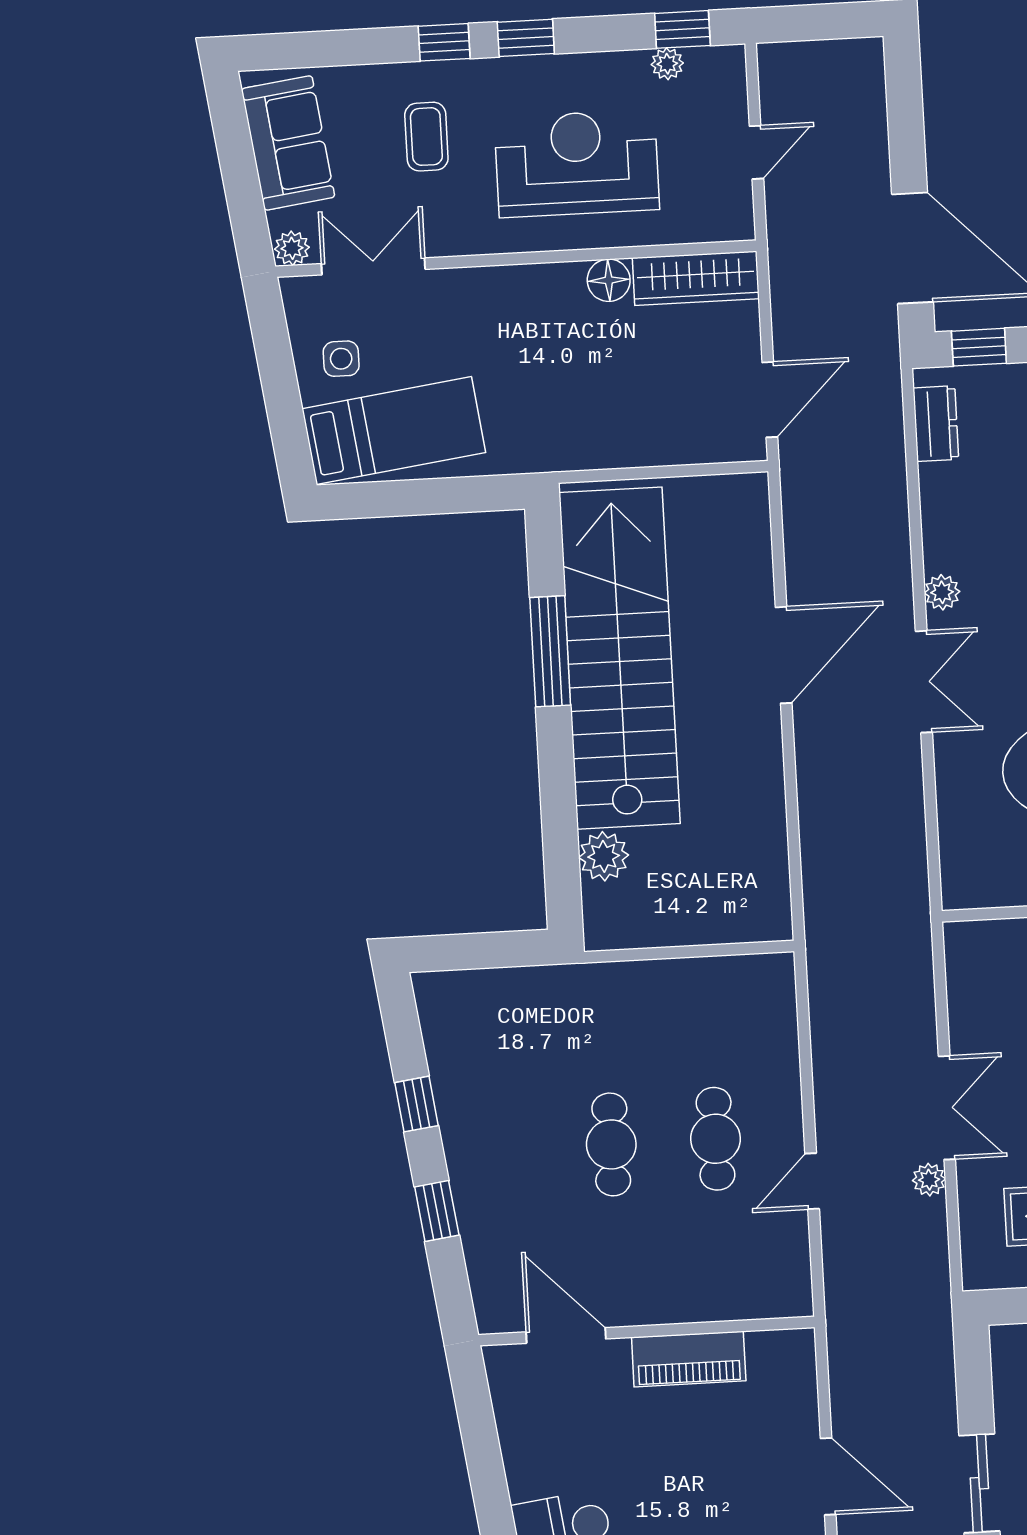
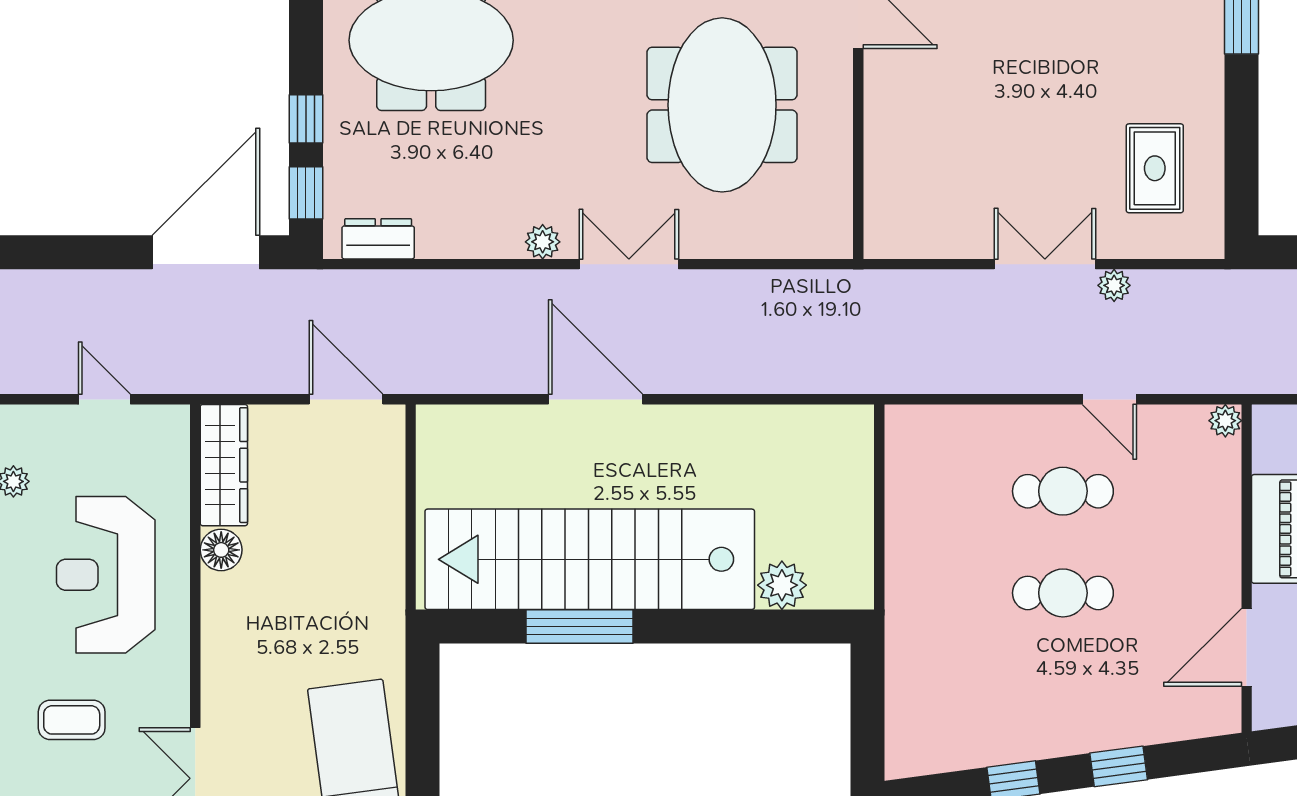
plant: (797, 1301) -> (1225, 421), added

